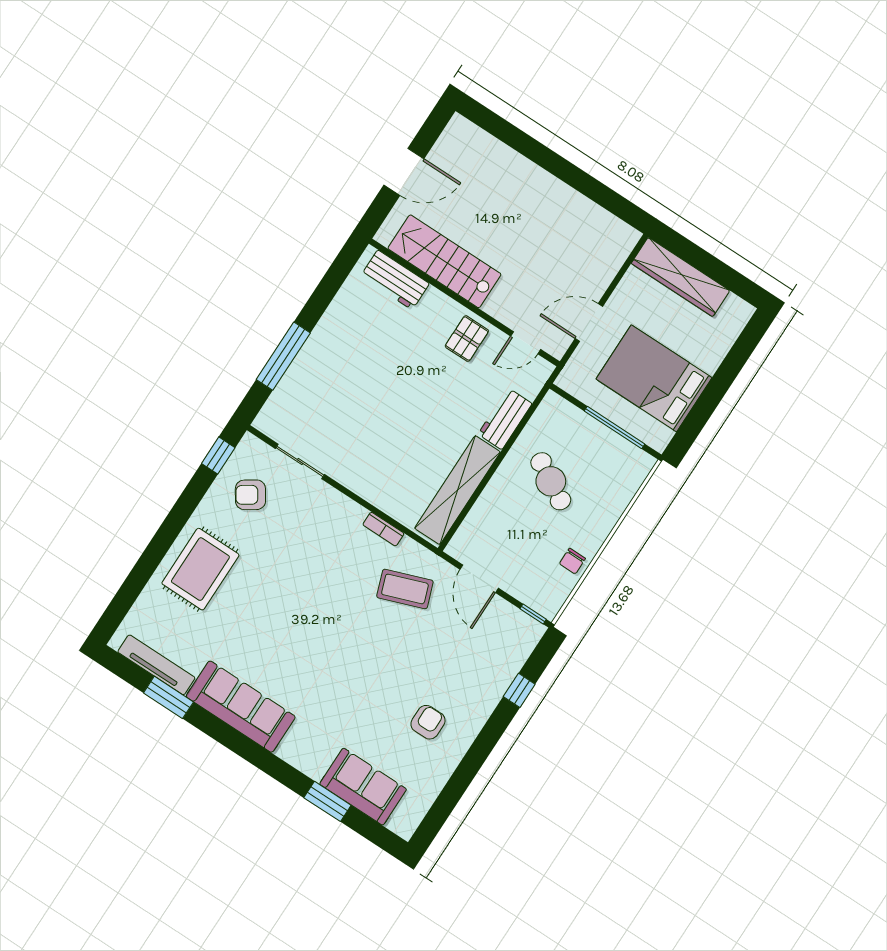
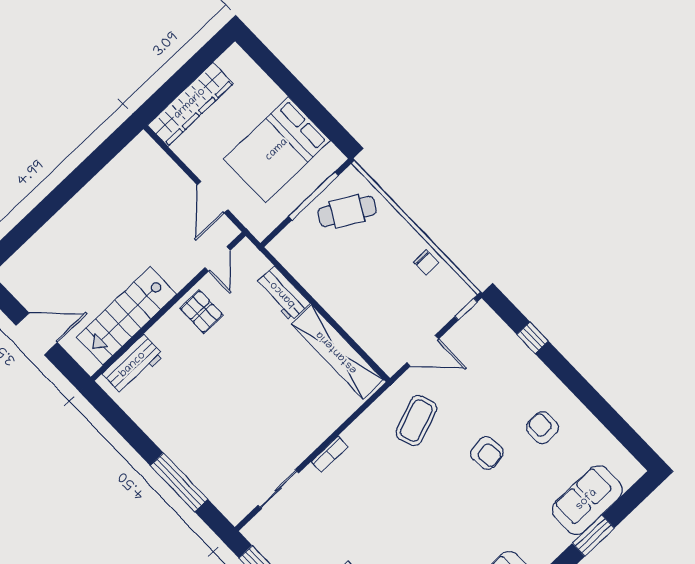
door: (404, 172) -> (37, 334), hinge flipped
cafe table: (551, 481) -> (347, 211), moved
armchair: (250, 495) -> (487, 453), moved, turned -63
bookcase: (383, 529) -> (330, 454), moved

